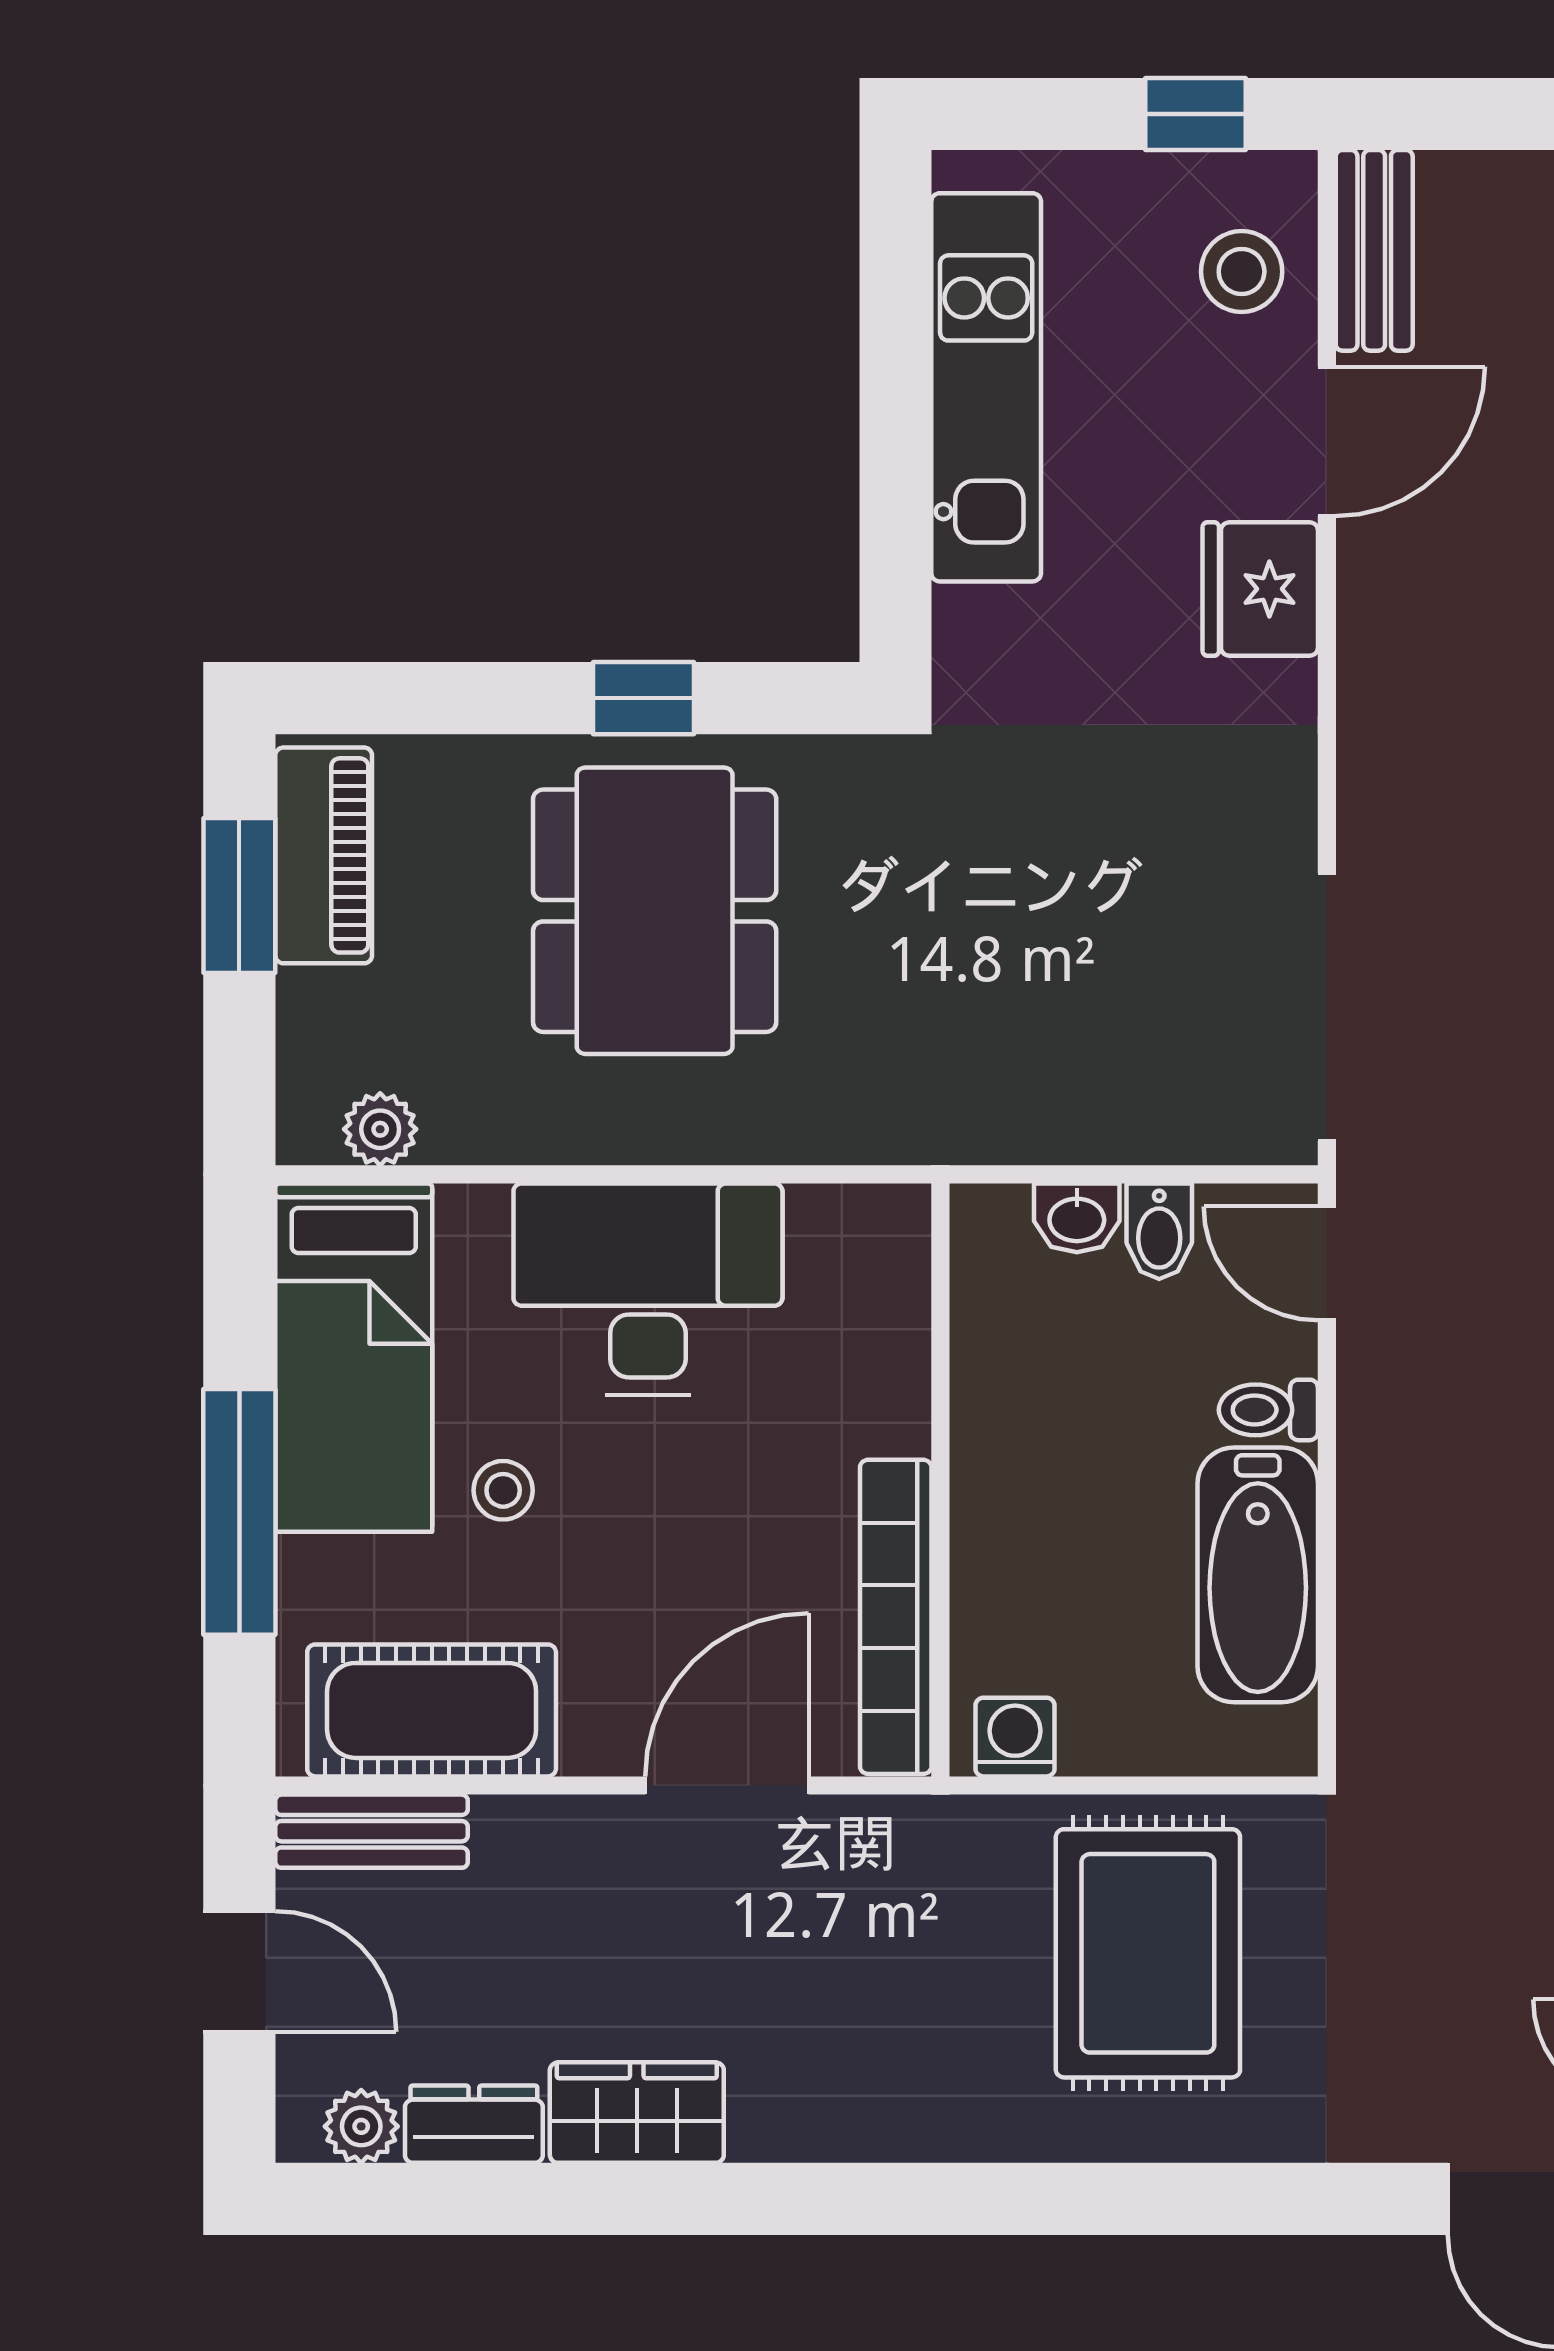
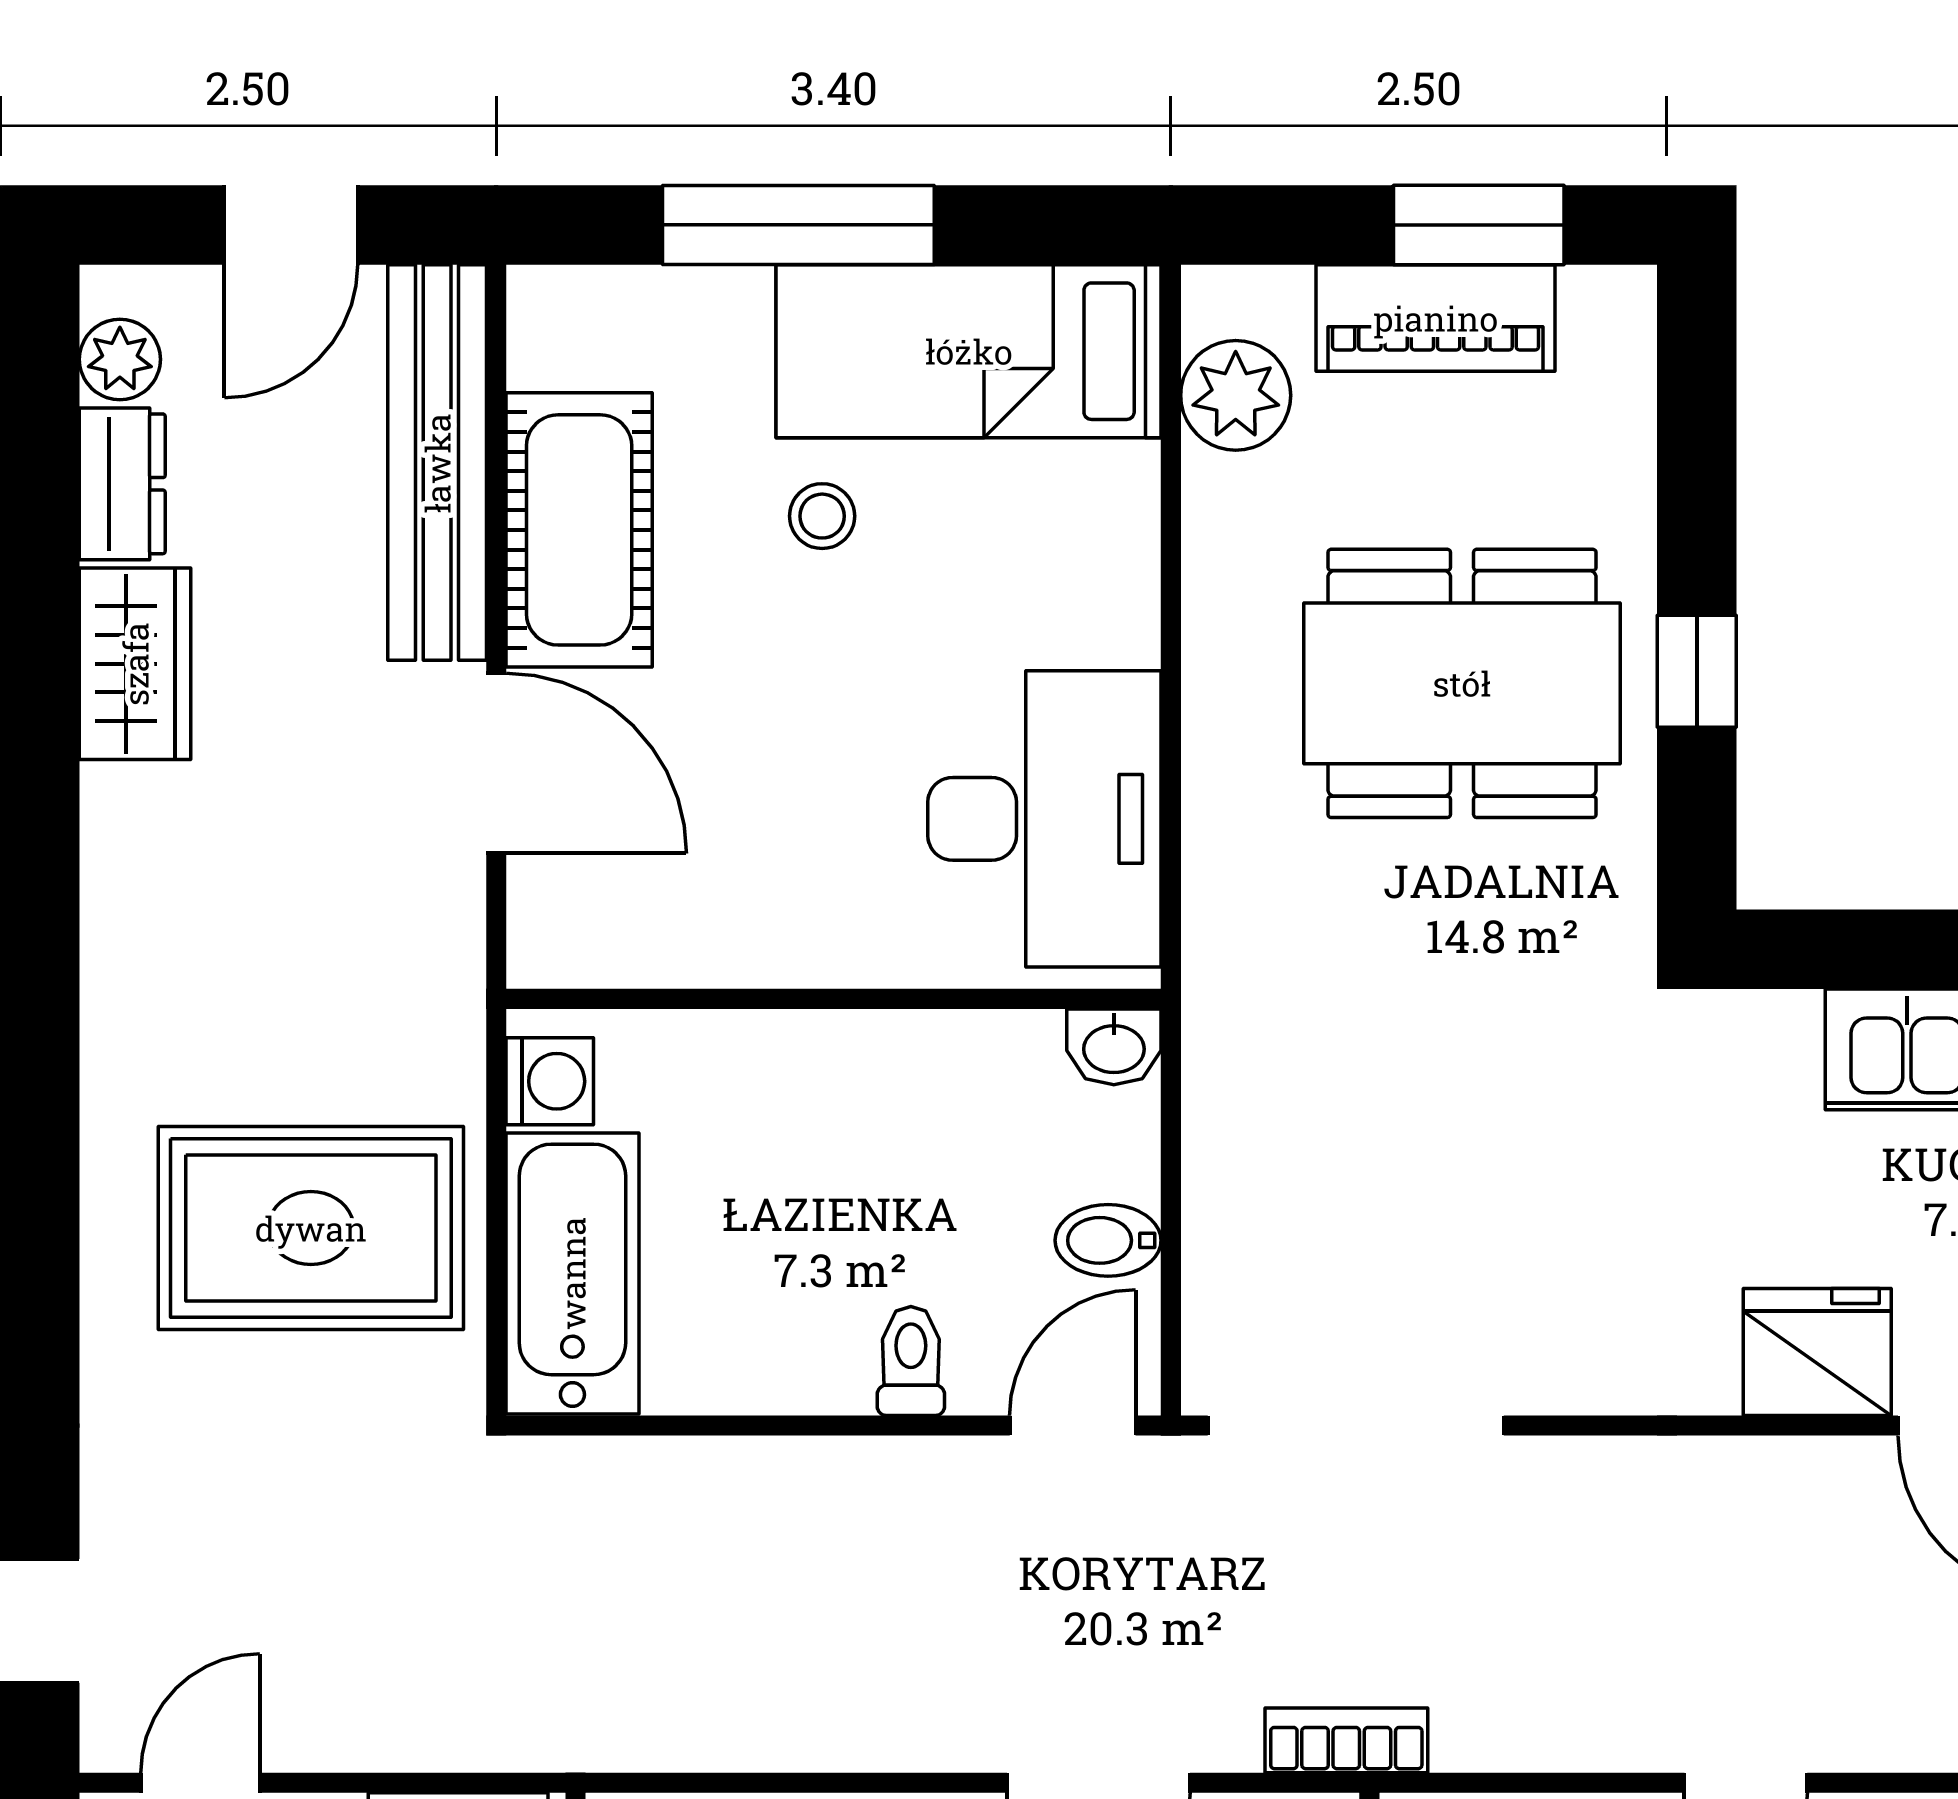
piano: (324, 855) -> (1436, 318), moved
plant: (380, 1129) -> (1236, 395), width x1.38, depth x1.38
washbasin: (1077, 1218) -> (1114, 1047), moved, turned -90
desk: (648, 1289) -> (1044, 819), moved
bathtub: (1258, 1575) -> (572, 1273), moved, turned 90
bookcase: (896, 1617) -> (682, 950), removed
cot: (432, 1710) -> (579, 530), moved
bench: (372, 1831) -> (437, 463), width x1.86, depth x1.21

